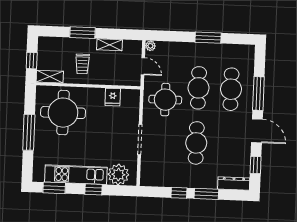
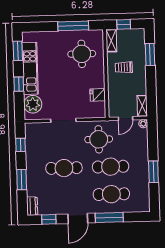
window: (83, 33) -> (150, 55), moved
shelving: (110, 45) -> (142, 106), moved
round table: (63, 113) -> (82, 54), width x0.73, depth x0.73
window: (29, 132) -> (73, 26), moved
dresser: (234, 184) -> (32, 206), width x0.70
window: (179, 193) -> (21, 145), moved

